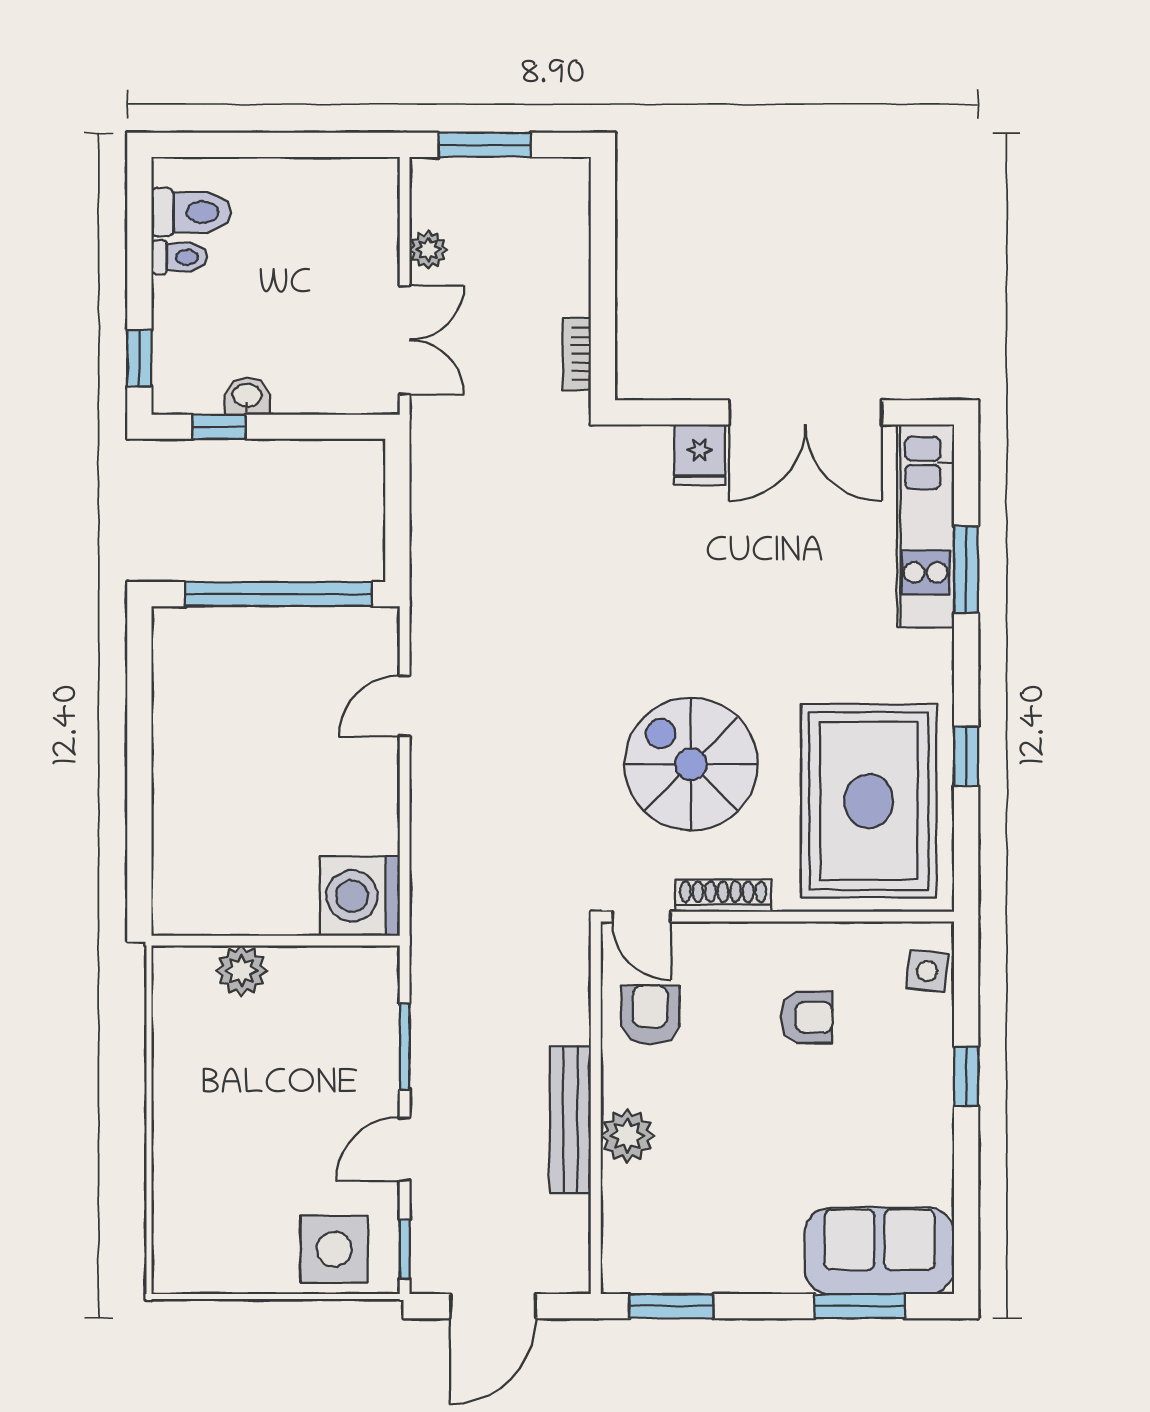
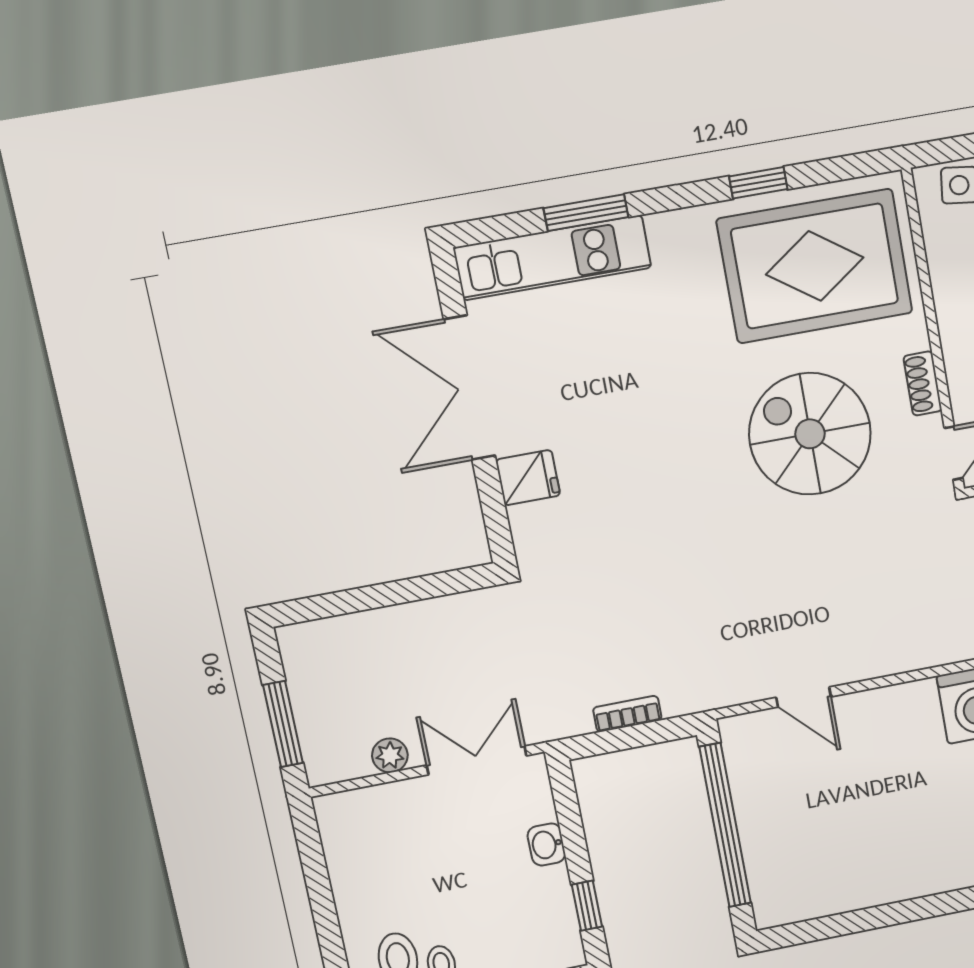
bookcase: (577, 354) -> (627, 714), moved, turned 180
washbasin: (247, 396) -> (546, 844), moved
double door: (806, 412) -> (470, 388), swing flipped
spiral stairs: (691, 764) -> (810, 434), turned 90
shoe rack: (723, 896) -> (923, 383), width x0.70

